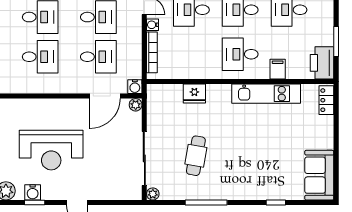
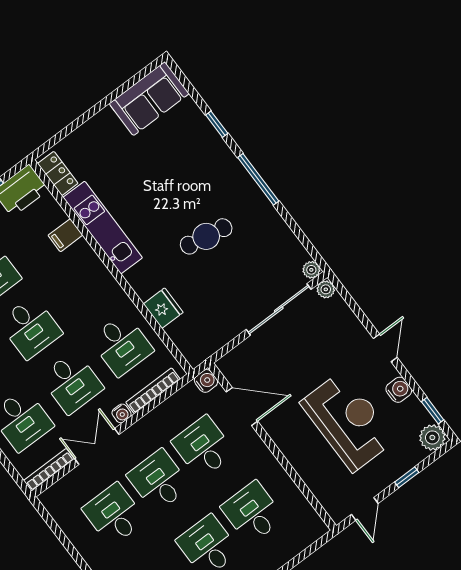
desk: (240, 54) -> (122, 345), moved
locker: (326, 100) -> (58, 173), moved, turned -90
plant: (136, 105) -> (326, 289), moved
cafe table: (196, 156) -> (206, 236), moved
water cooler: (33, 192) -> (399, 390), moved
window: (35, 203) -> (433, 411), moved
window: (206, 203) -> (258, 179), moved

